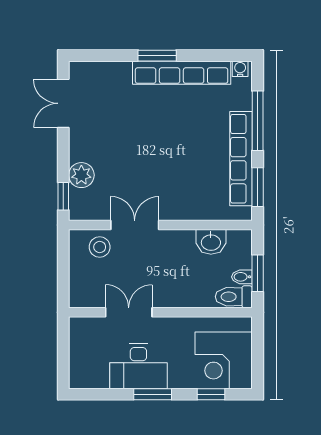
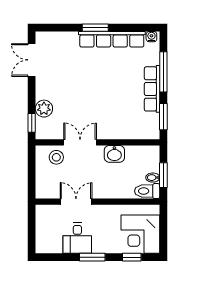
row of seats: (241, 159) -> (152, 89), width x0.73
washbasin: (211, 242) -> (114, 154), moved
desk: (138, 366) -> (77, 238), width x0.73

